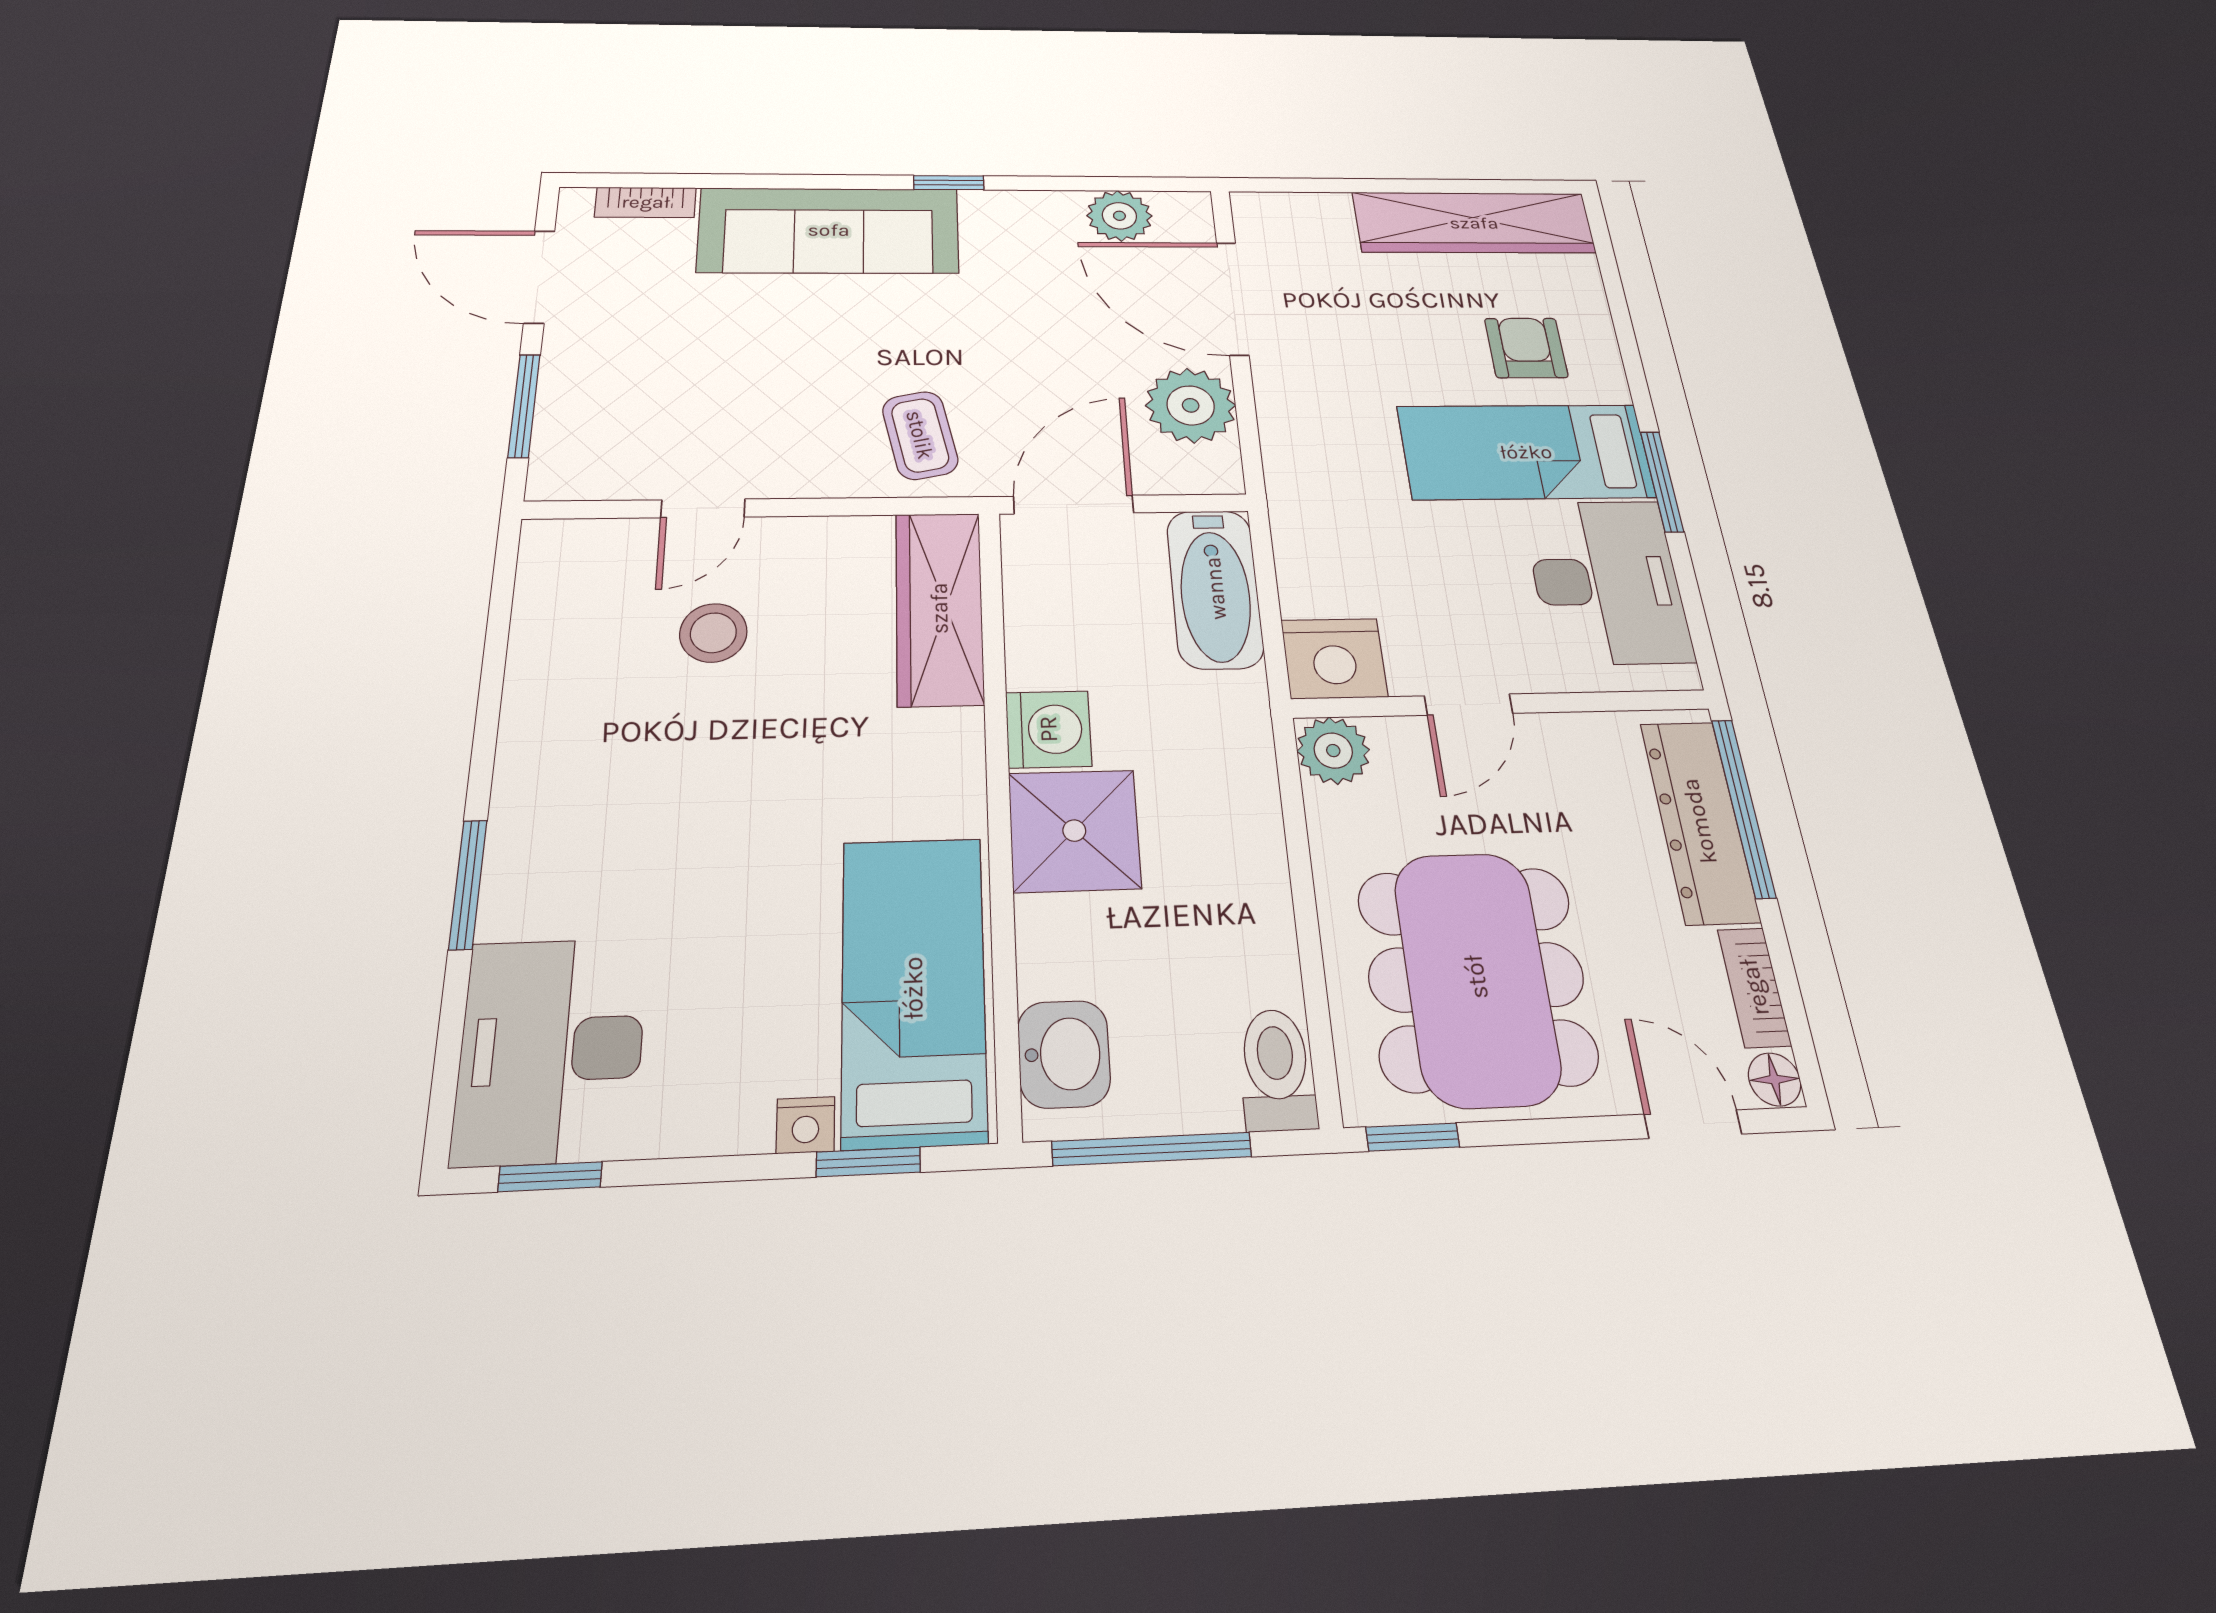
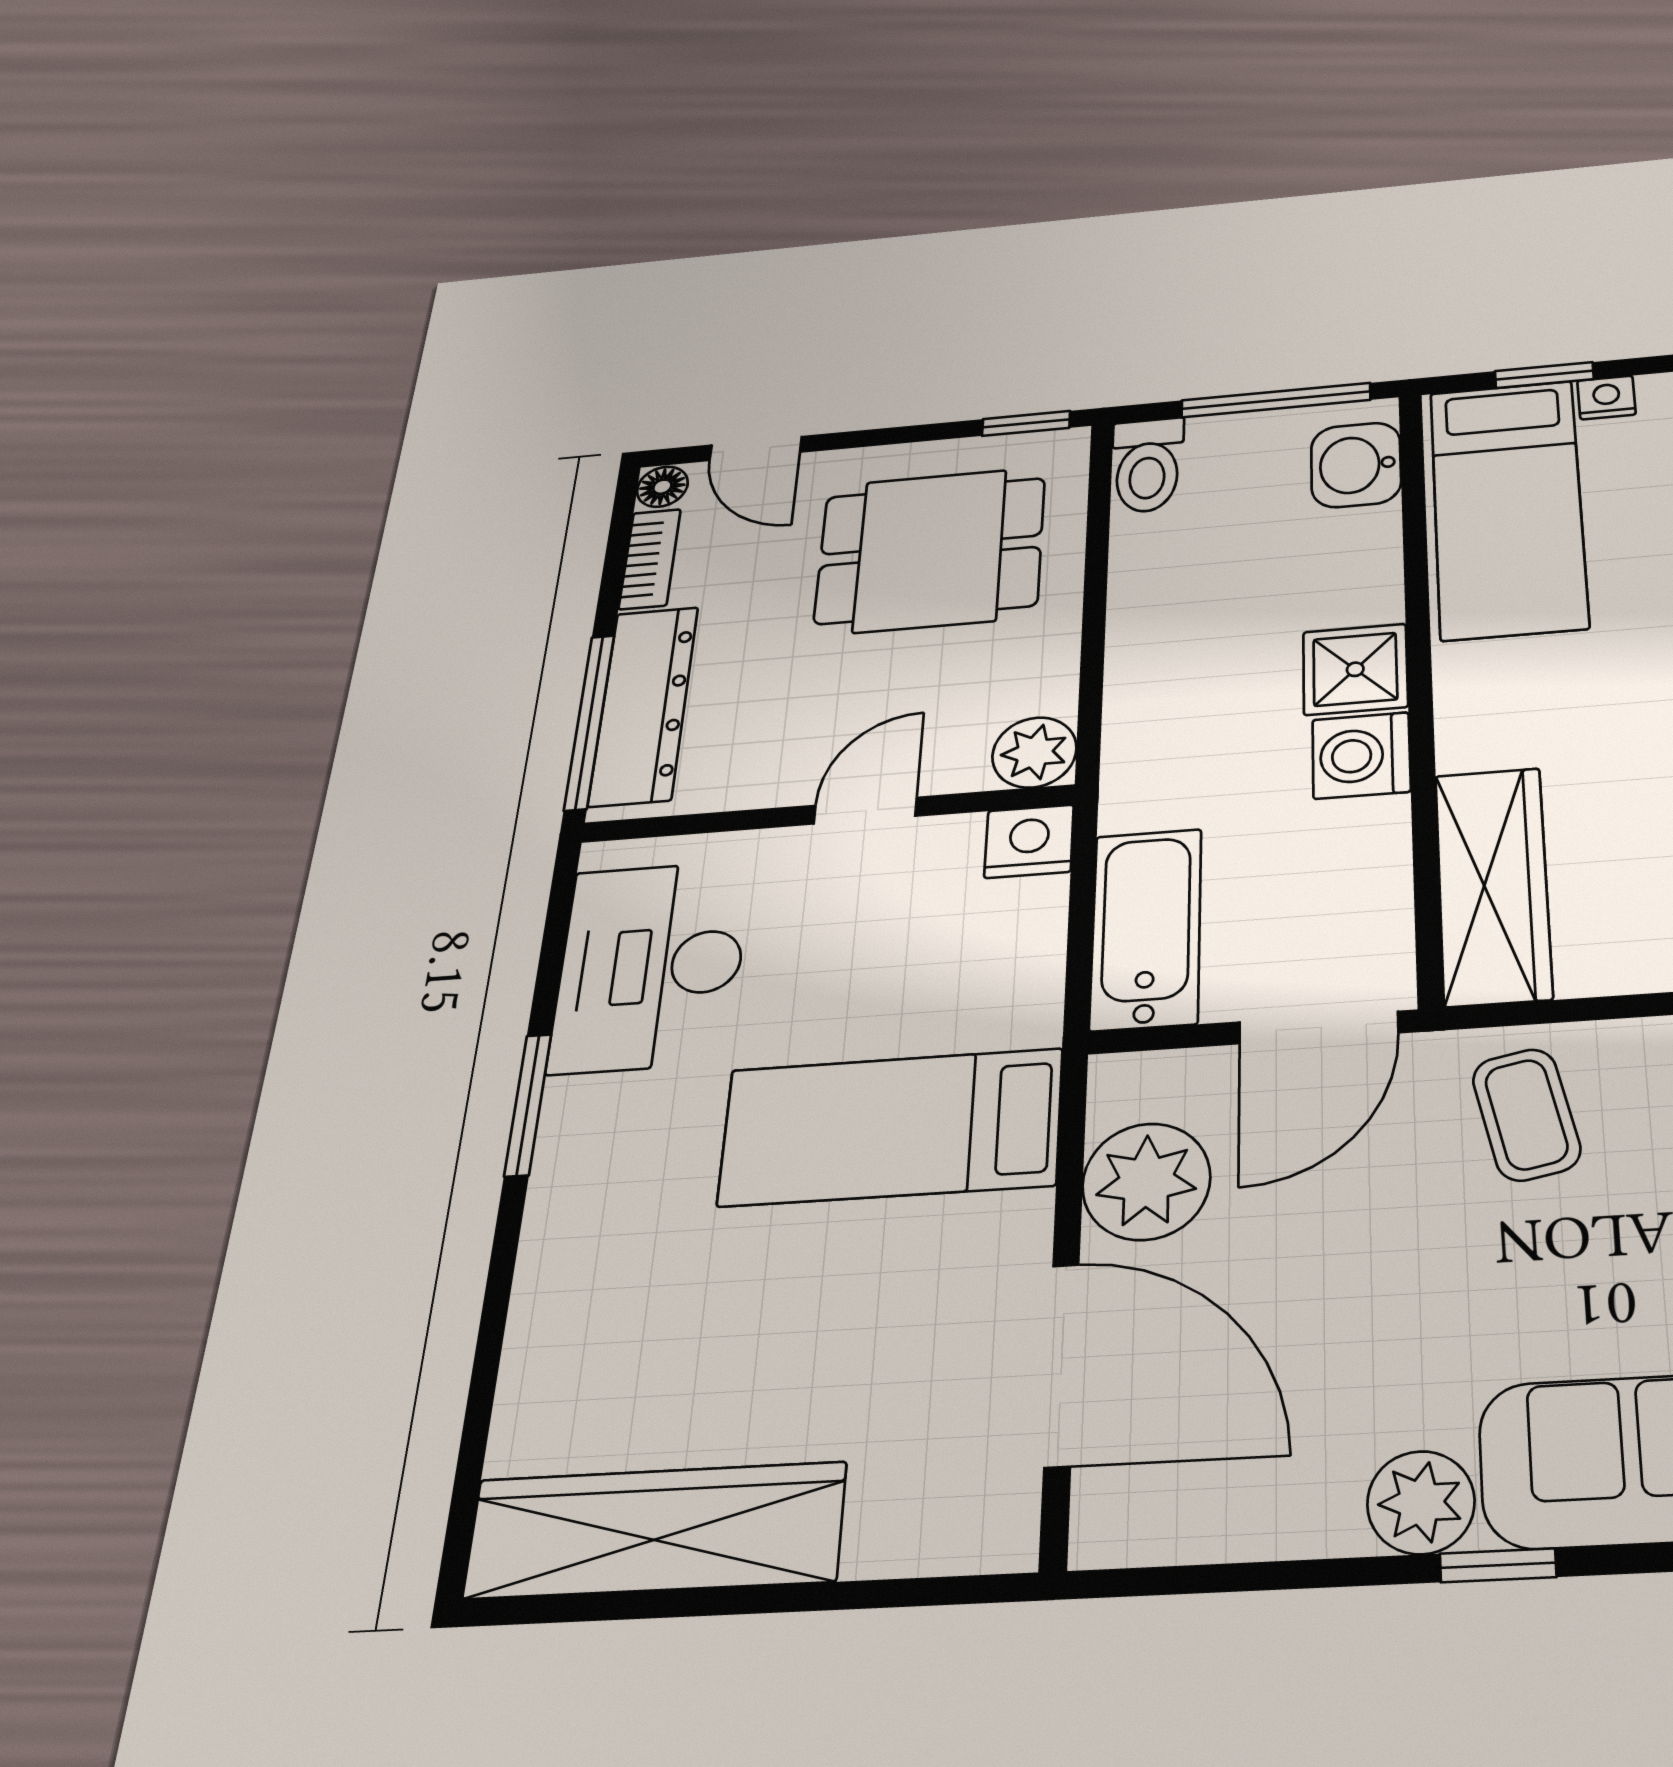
plant: (1119, 216) -> (1421, 1502), moved
armchair: (1526, 348) -> (645, 1302), removed
bed: (1526, 452) -> (891, 1127), moved, turned 180
nightstand: (1334, 658) -> (1029, 841), width x0.74, depth x0.75
shower: (1074, 831) -> (1355, 669), width x0.73, depth x0.73
dining table: (1476, 977) -> (930, 551), width x0.73

